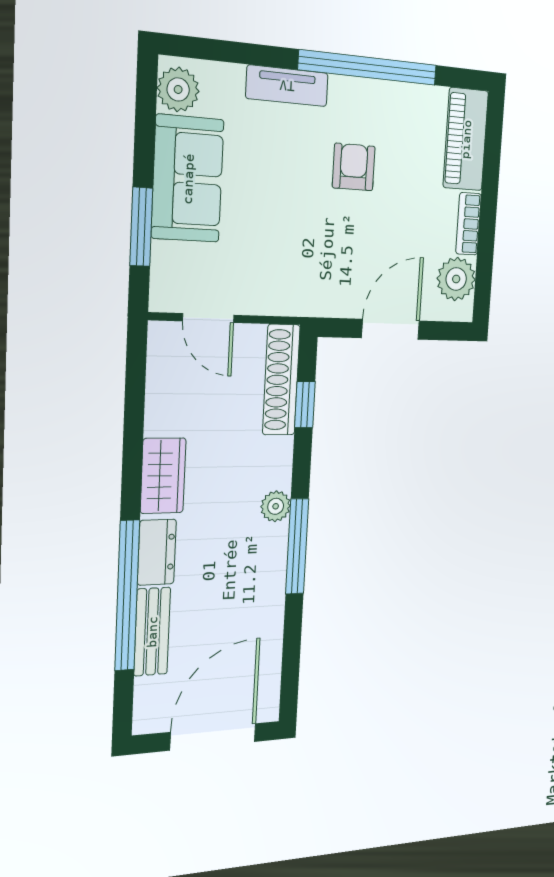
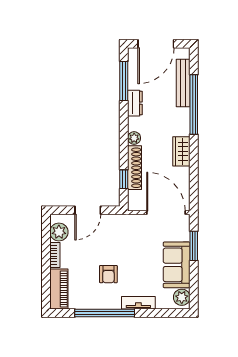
door: (208, 318) -> (166, 213), width x1.87
shoe rack: (281, 380) -> (134, 168), moved
window: (297, 546) -> (124, 81), moved
dresser: (157, 552) -> (135, 103), moved, turned 180
bench: (152, 632) -> (183, 83), width x1.36

